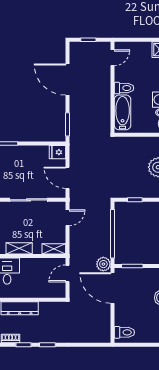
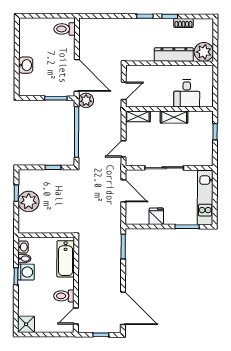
door: (67, 80) -> (123, 308), moved
toilet: (124, 88) -> (64, 296), moved
fridge: (58, 152) -> (156, 216), moved, turned -90

